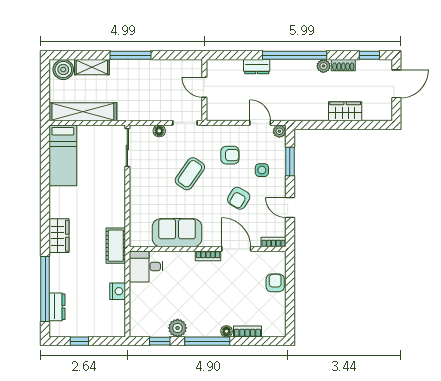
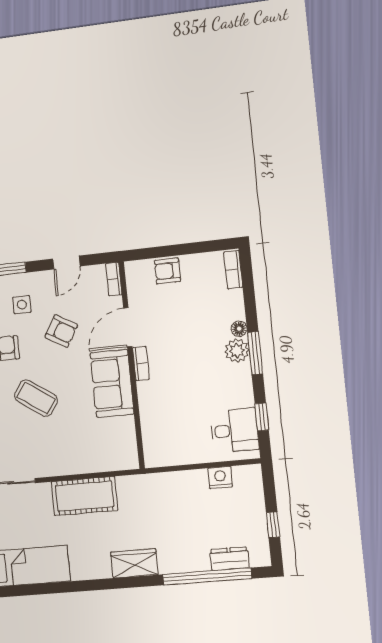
sofa: (177, 233) -> (112, 383), moved
cot: (116, 246) -> (85, 496), moved, width x1.37, depth x1.34
desk: (146, 266) -> (235, 430), moved, turned -90
nightstand: (118, 291) -> (220, 478), moved
plant: (178, 328) -> (237, 351), moved
bookcase: (247, 331) -> (233, 270), moved
window: (207, 341) -> (255, 353), width x0.69

